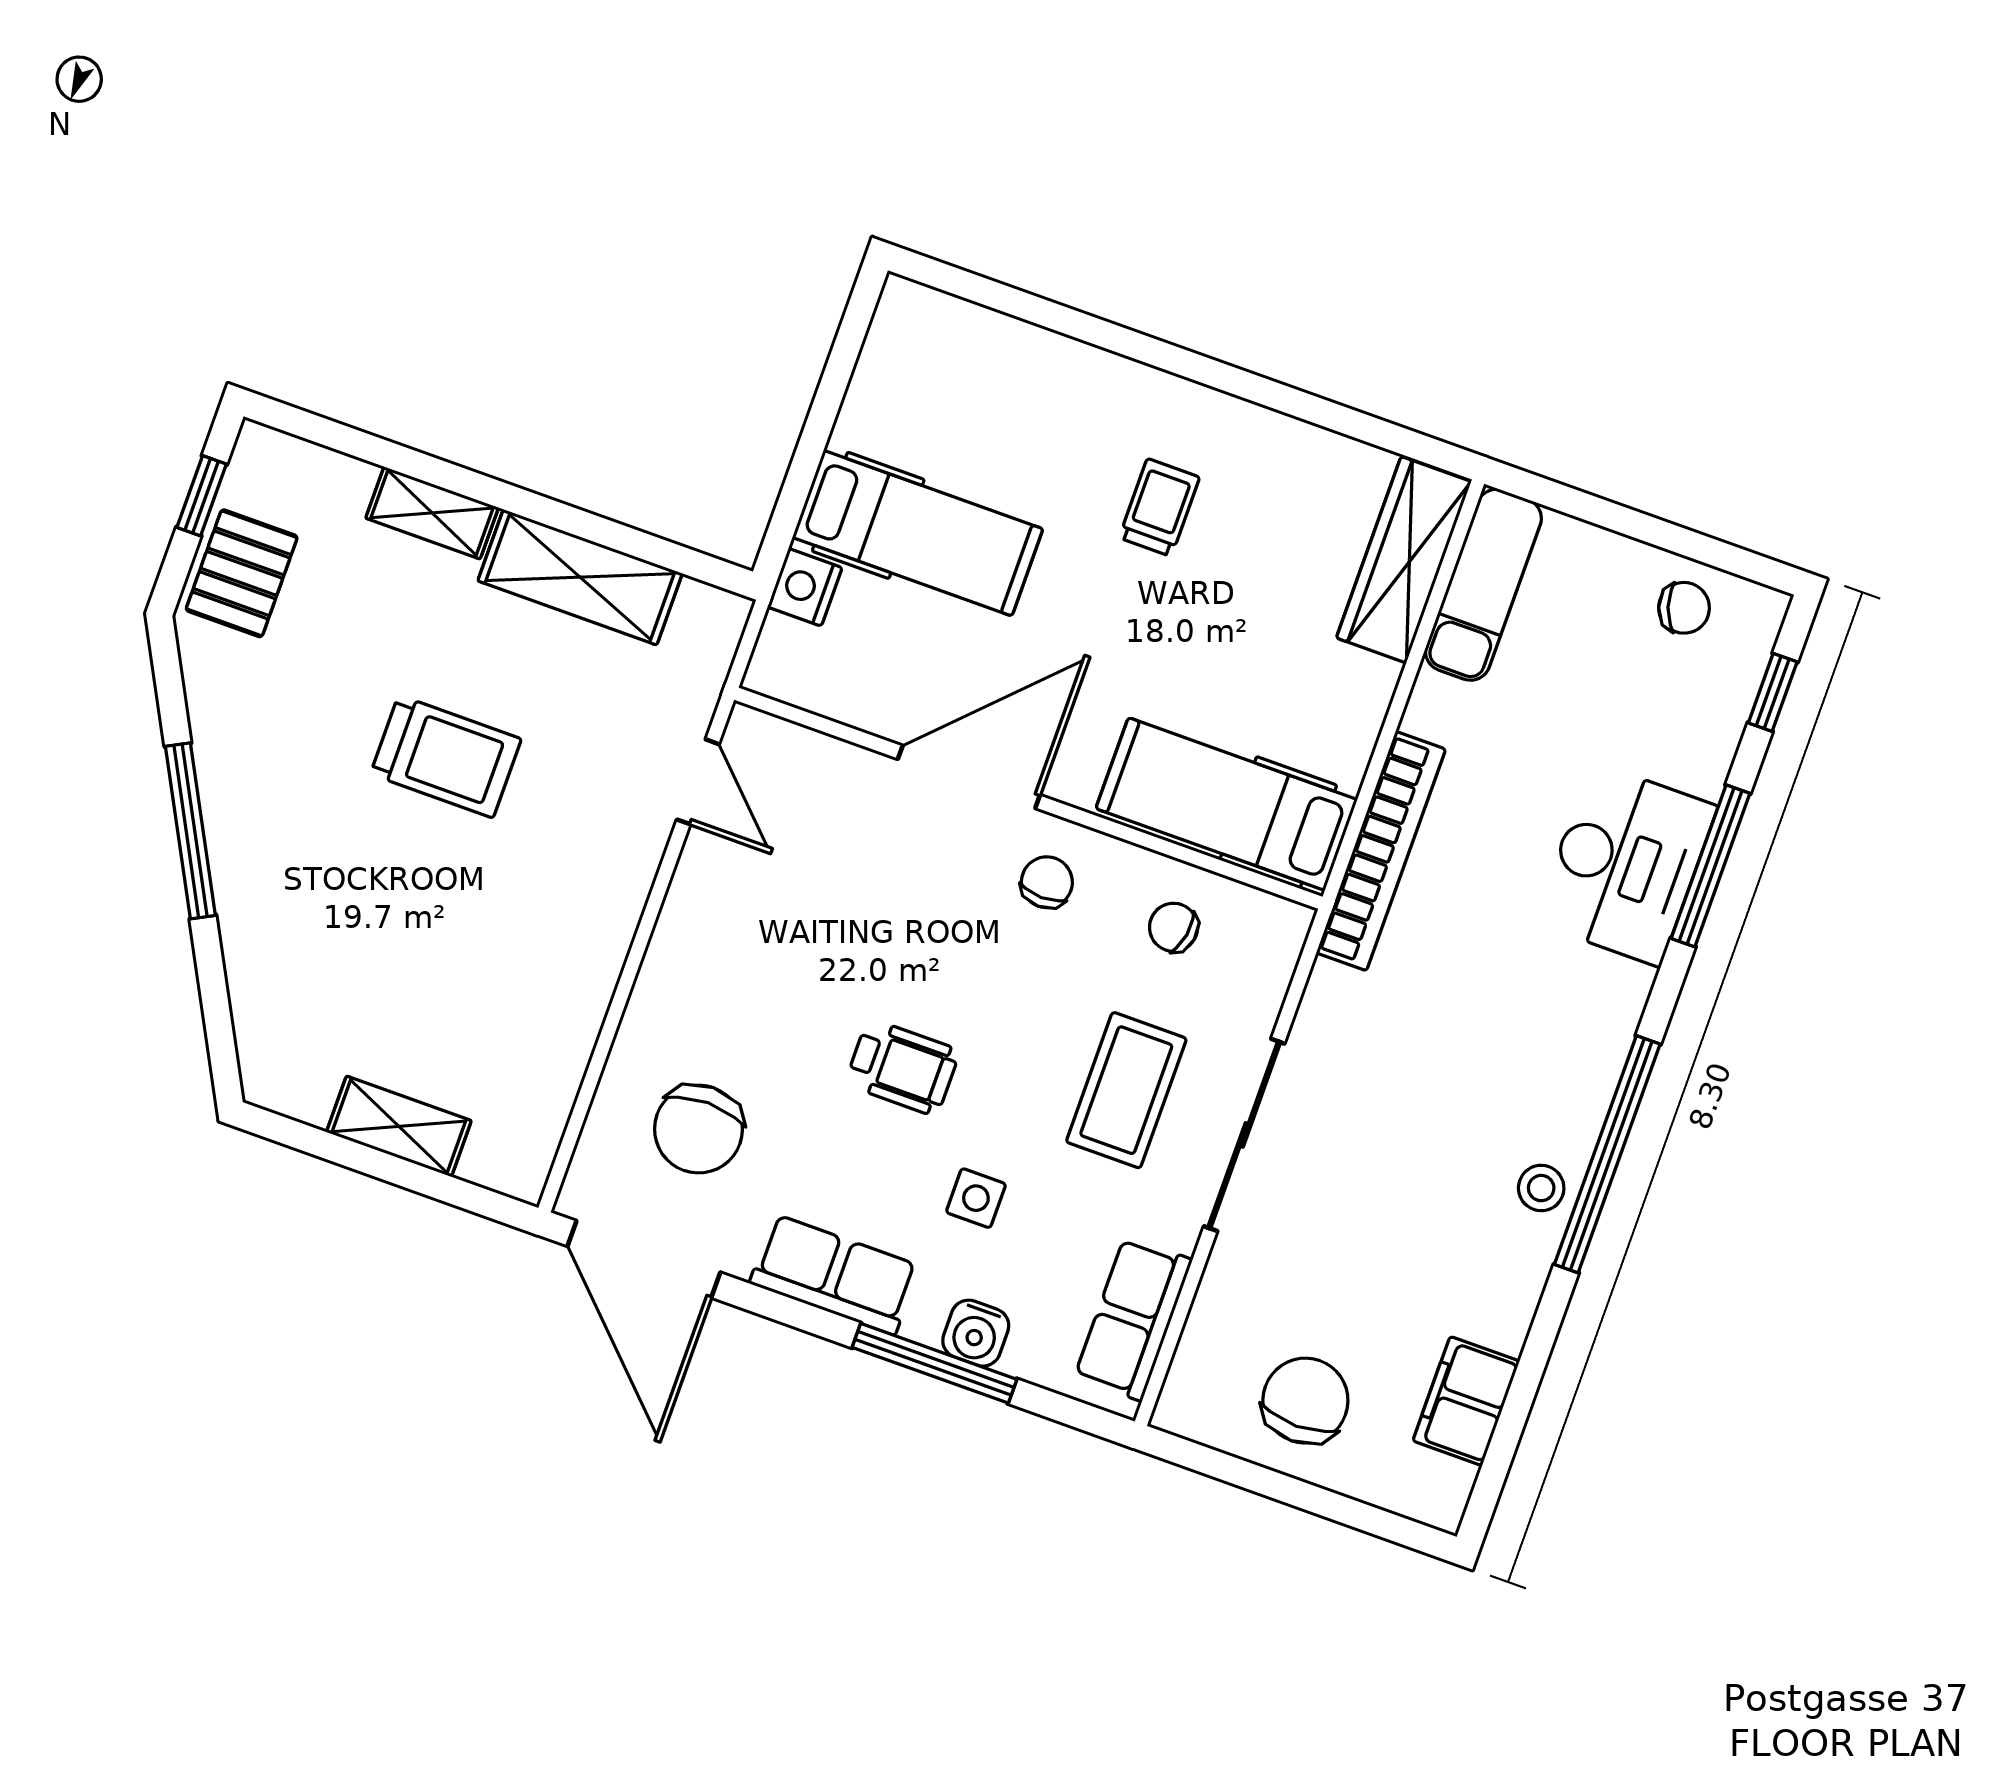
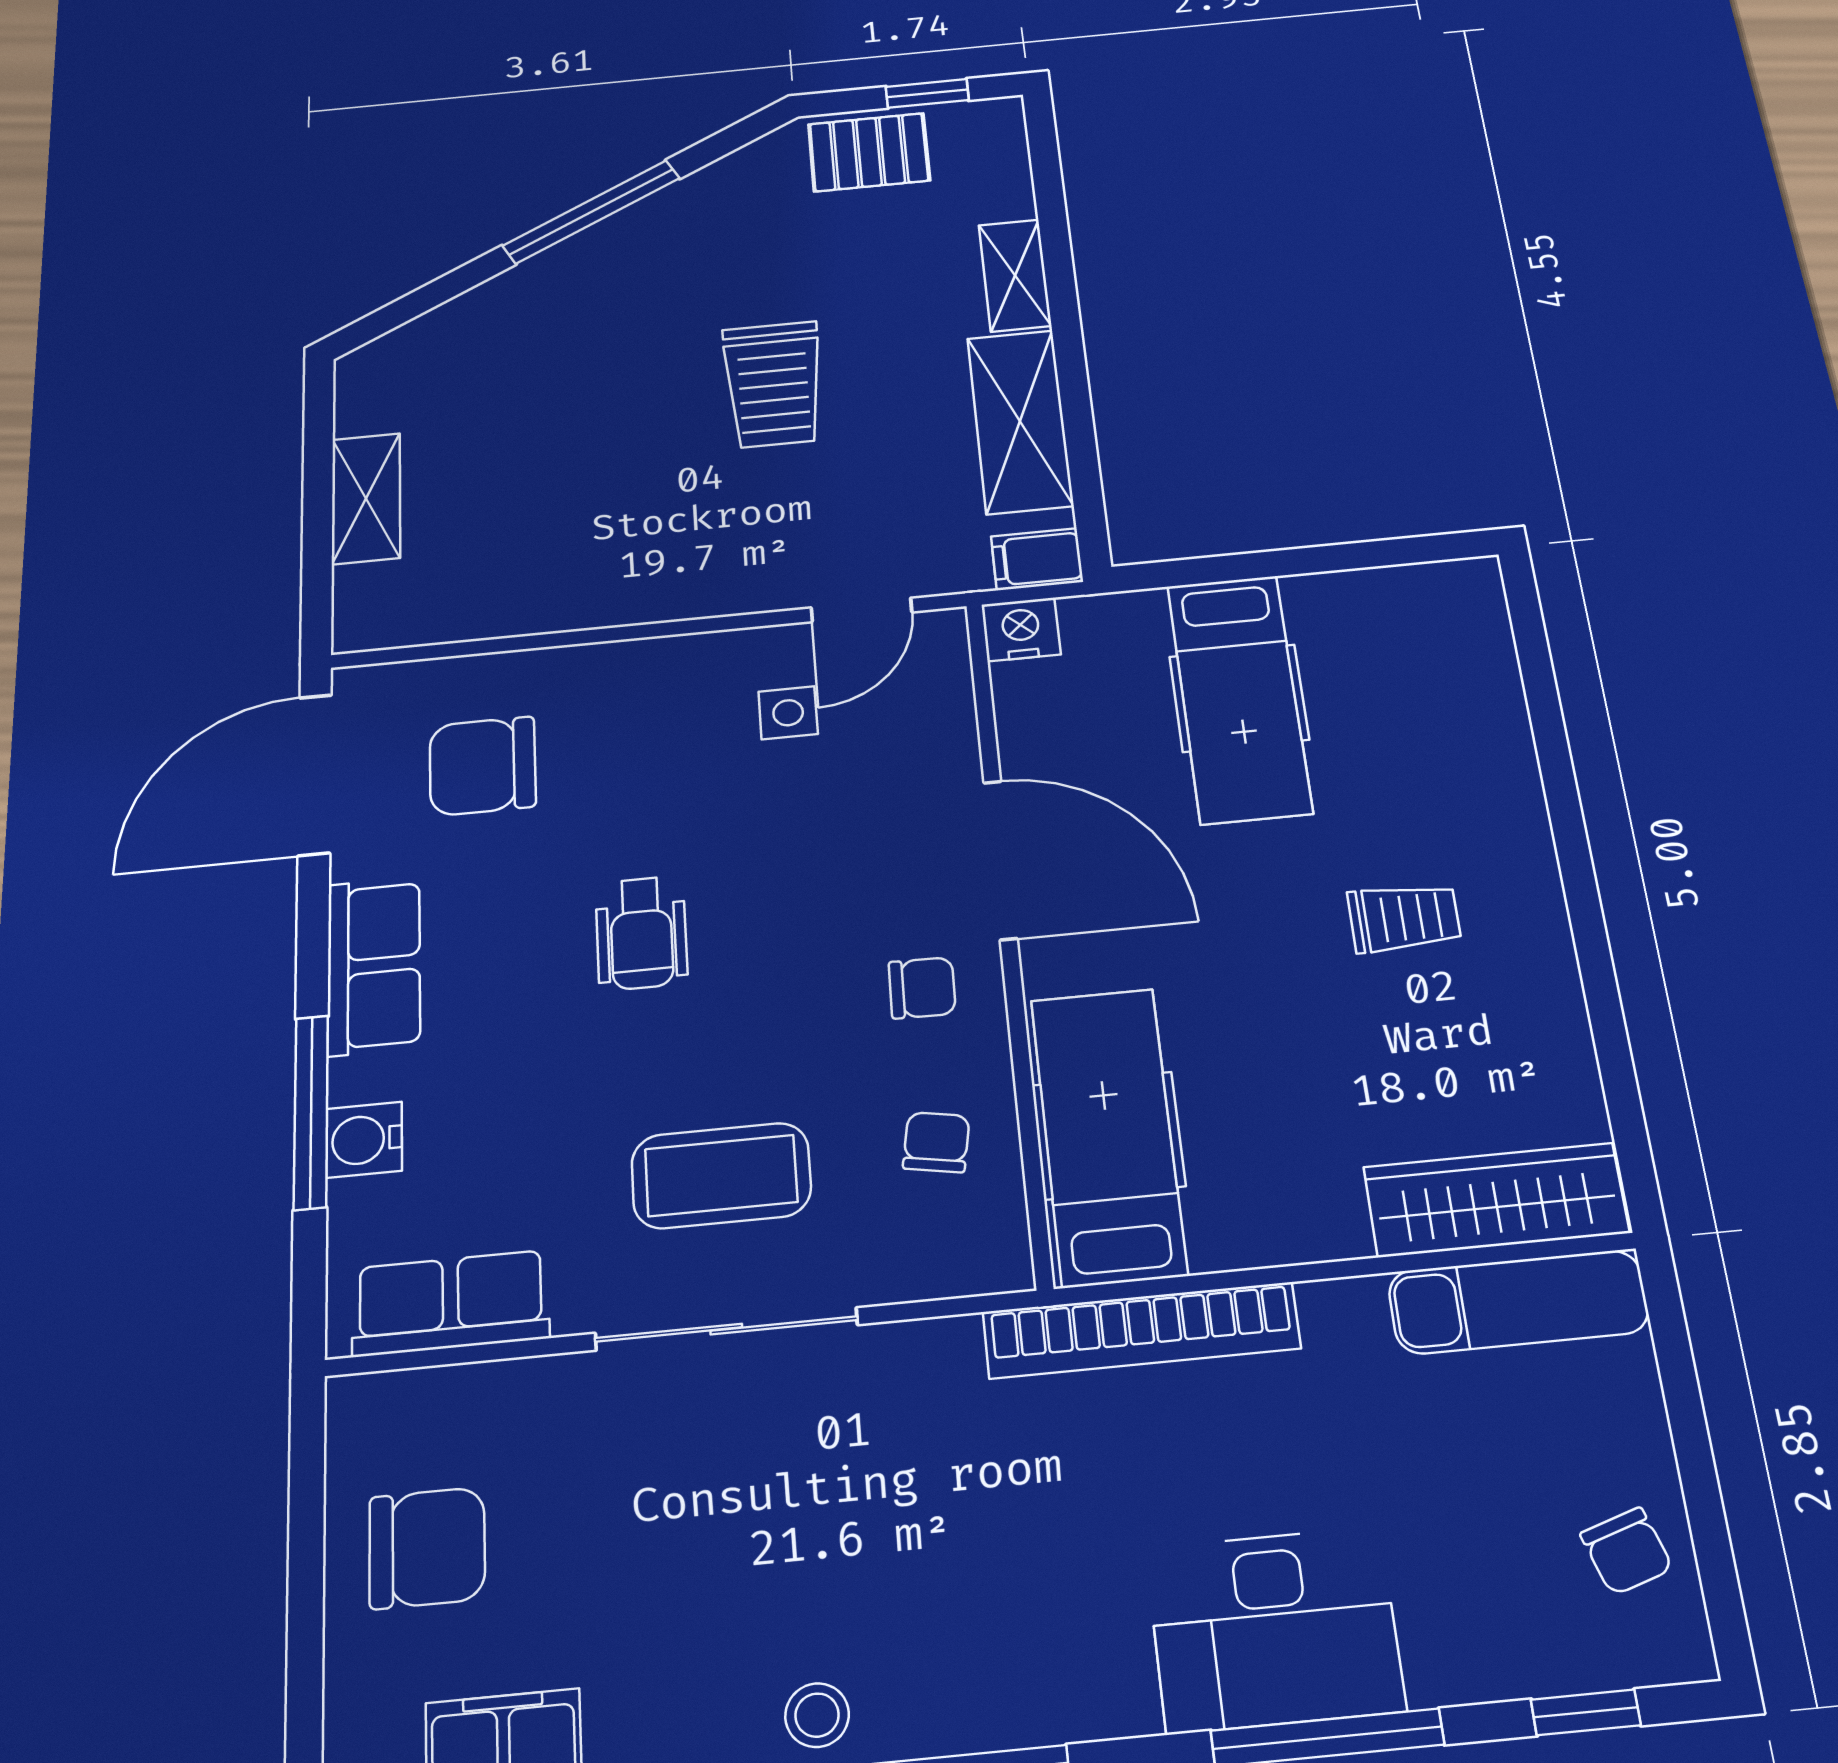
nightstand: (805, 587) -> (1021, 629), moved
filing cabinet: (718, 625) -> (1037, 559), added
side table: (976, 1198) -> (788, 713), moved

